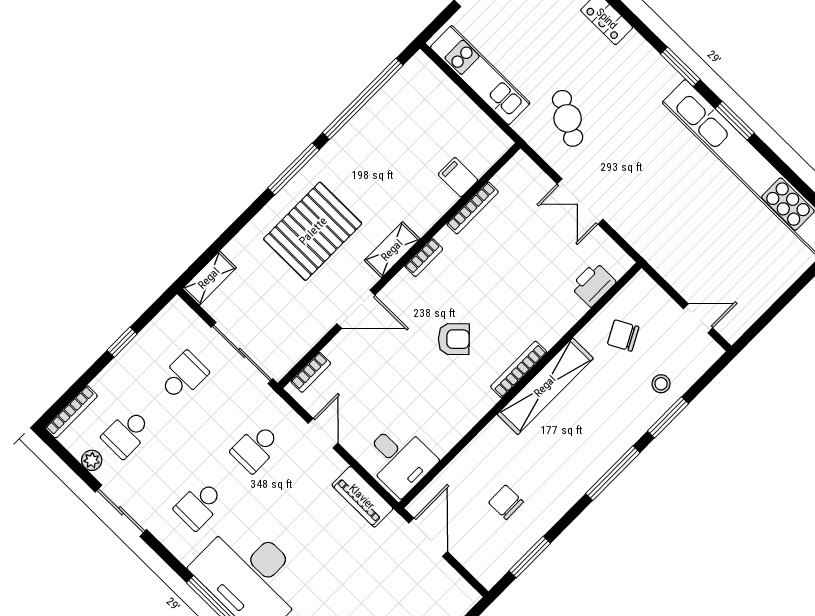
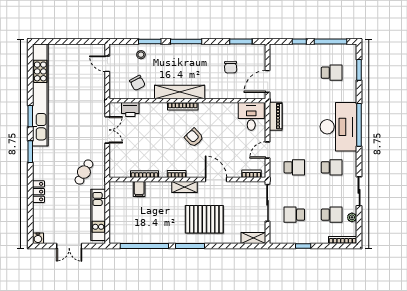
double door: (580, 201) -> (107, 130), moved

